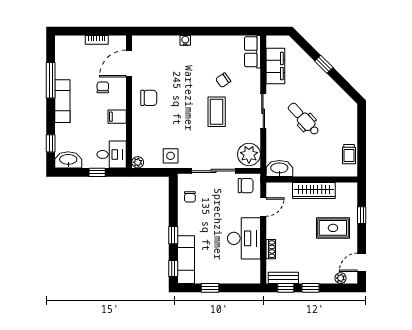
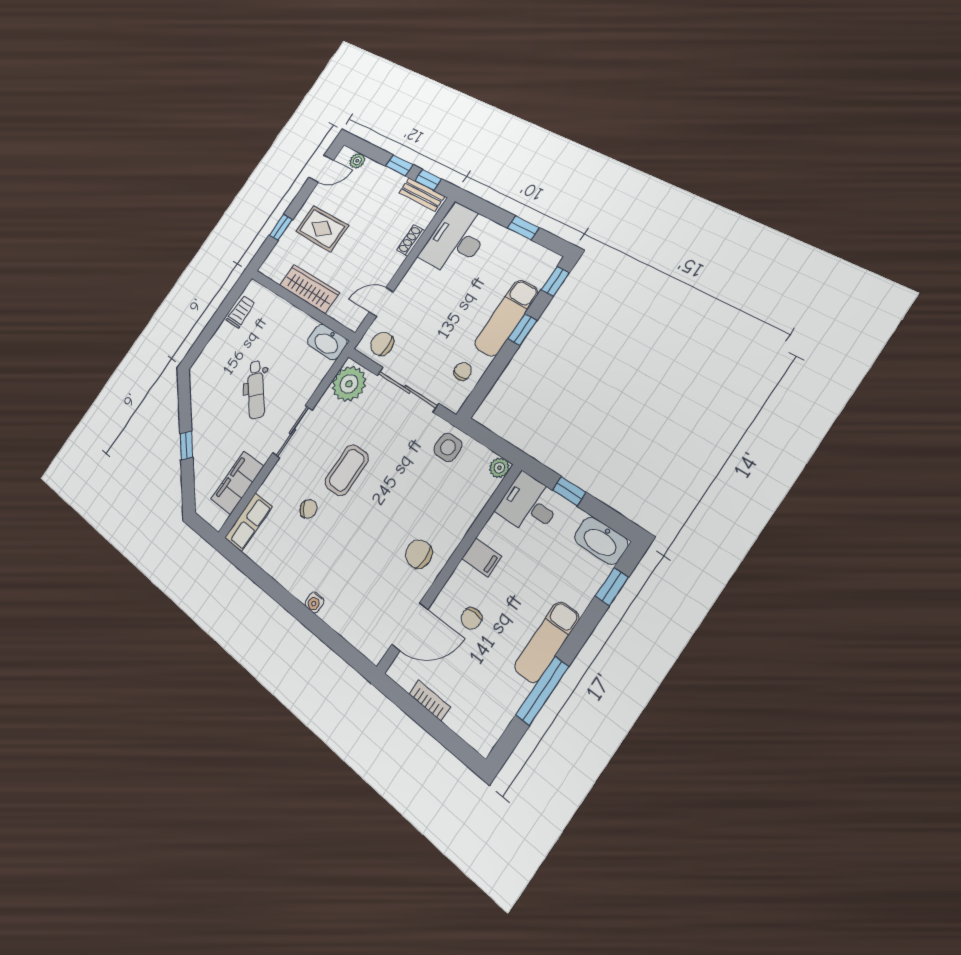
desk: (244, 238) -> (456, 240), moved
exam couch: (186, 260) -> (506, 318), moved

